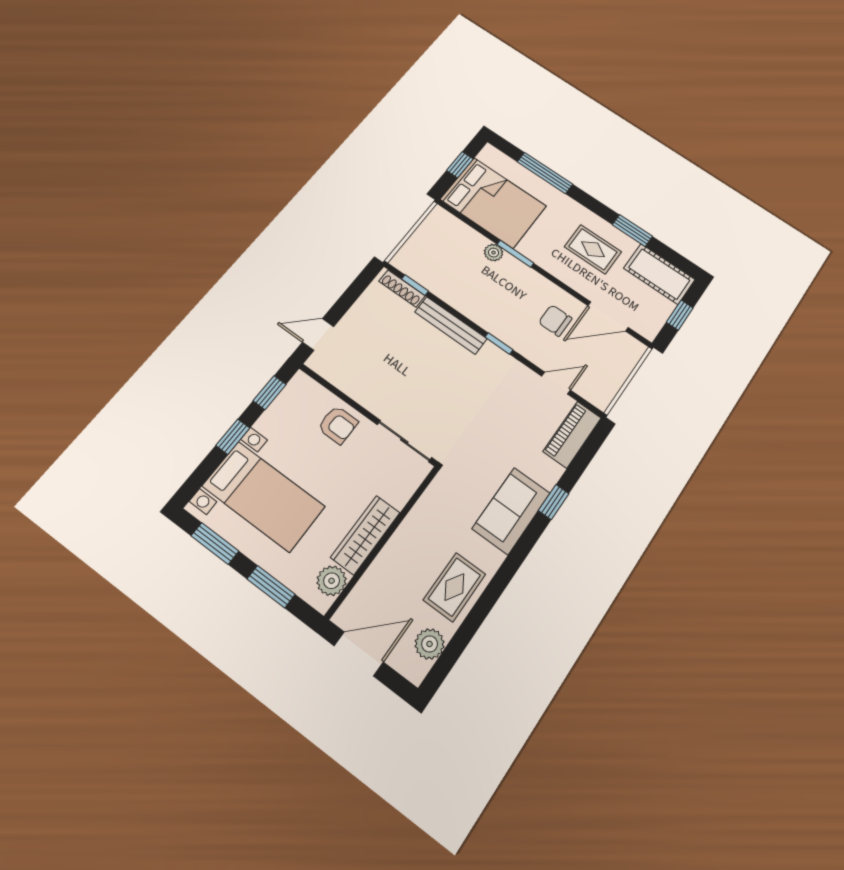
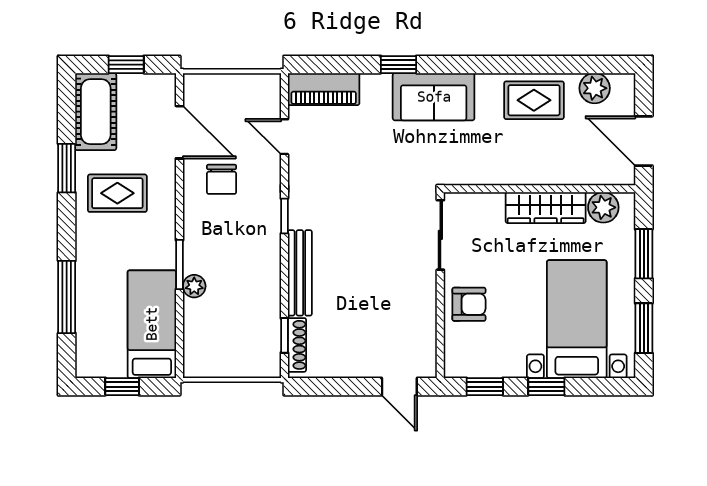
bed: (493, 203) -> (152, 324), width x0.67
rug: (593, 249) -> (117, 193), turned 90
armchair: (338, 425) -> (469, 304), turned 90

